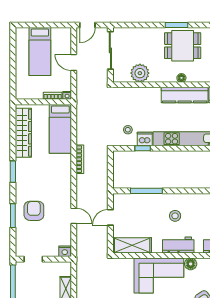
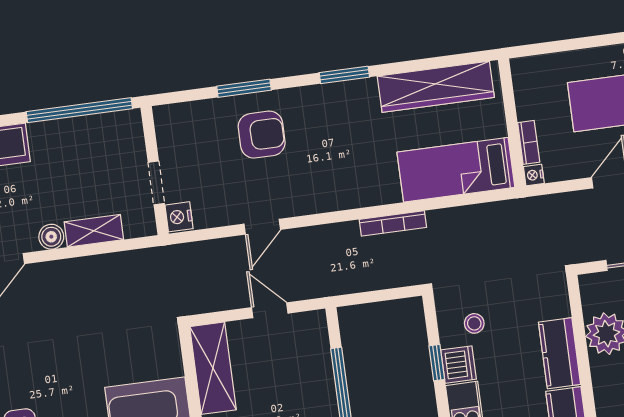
kitchen counter: (146, 95) -> (560, 353), added
doorway: (33, 259) -> (156, 183), moved

